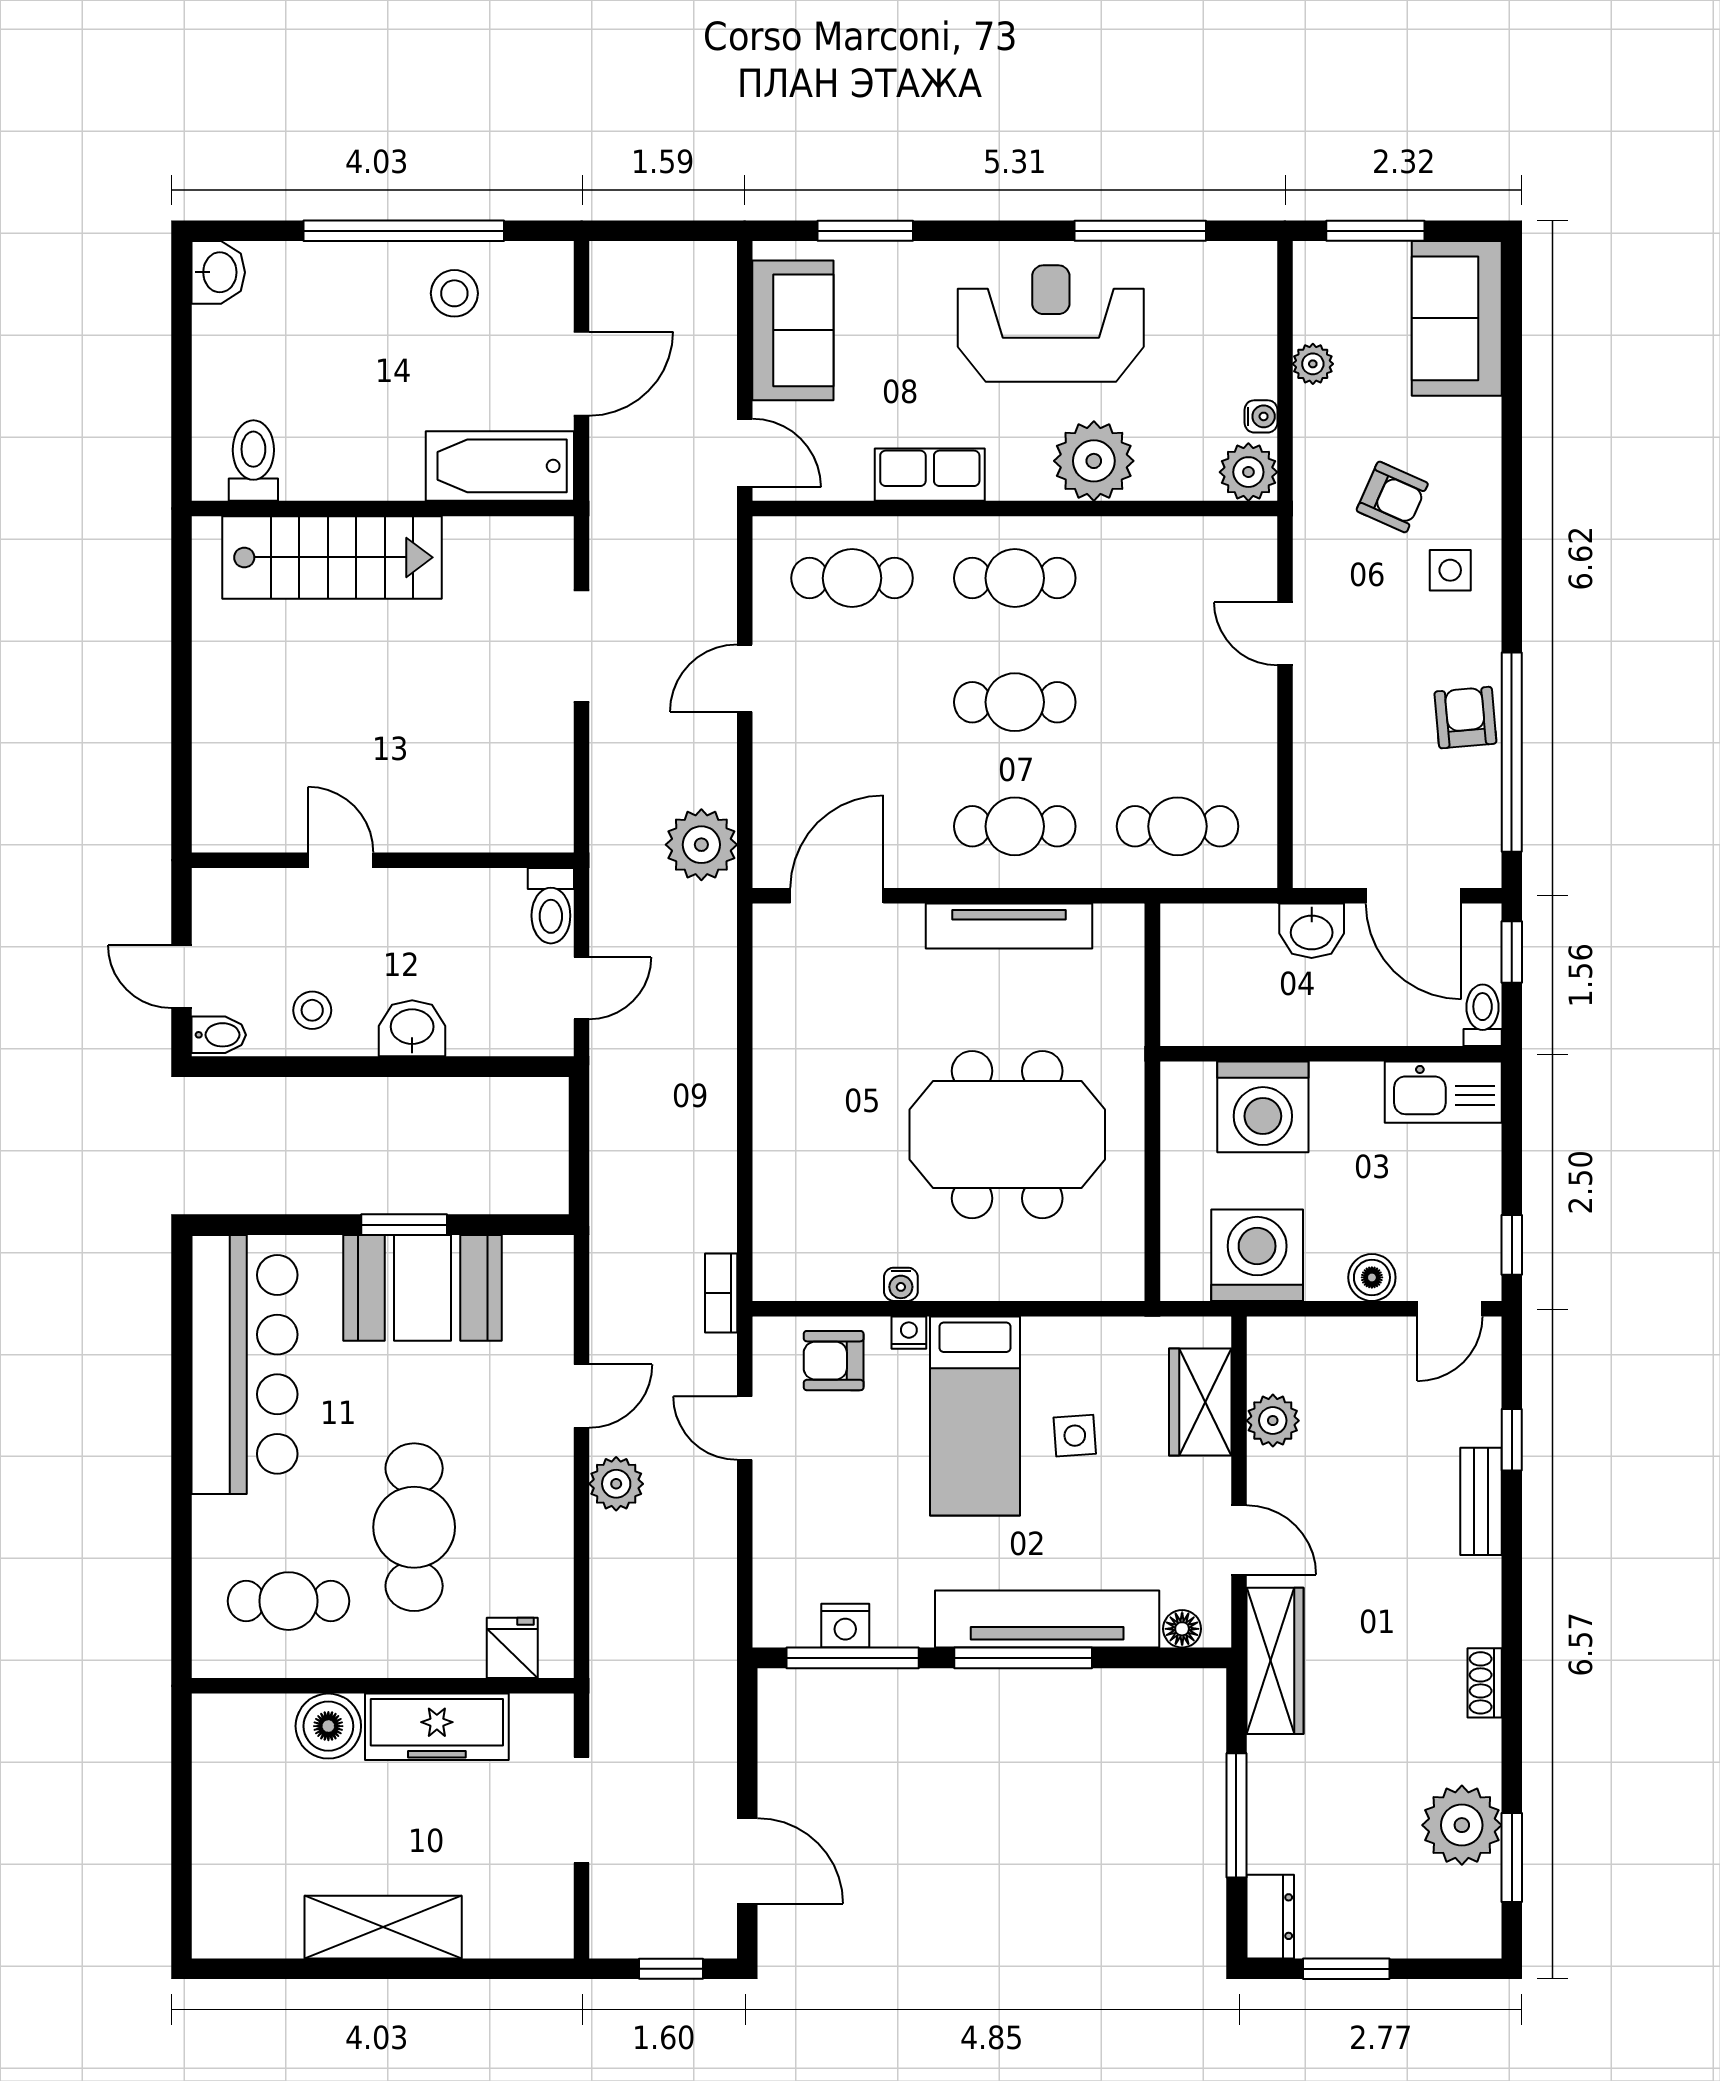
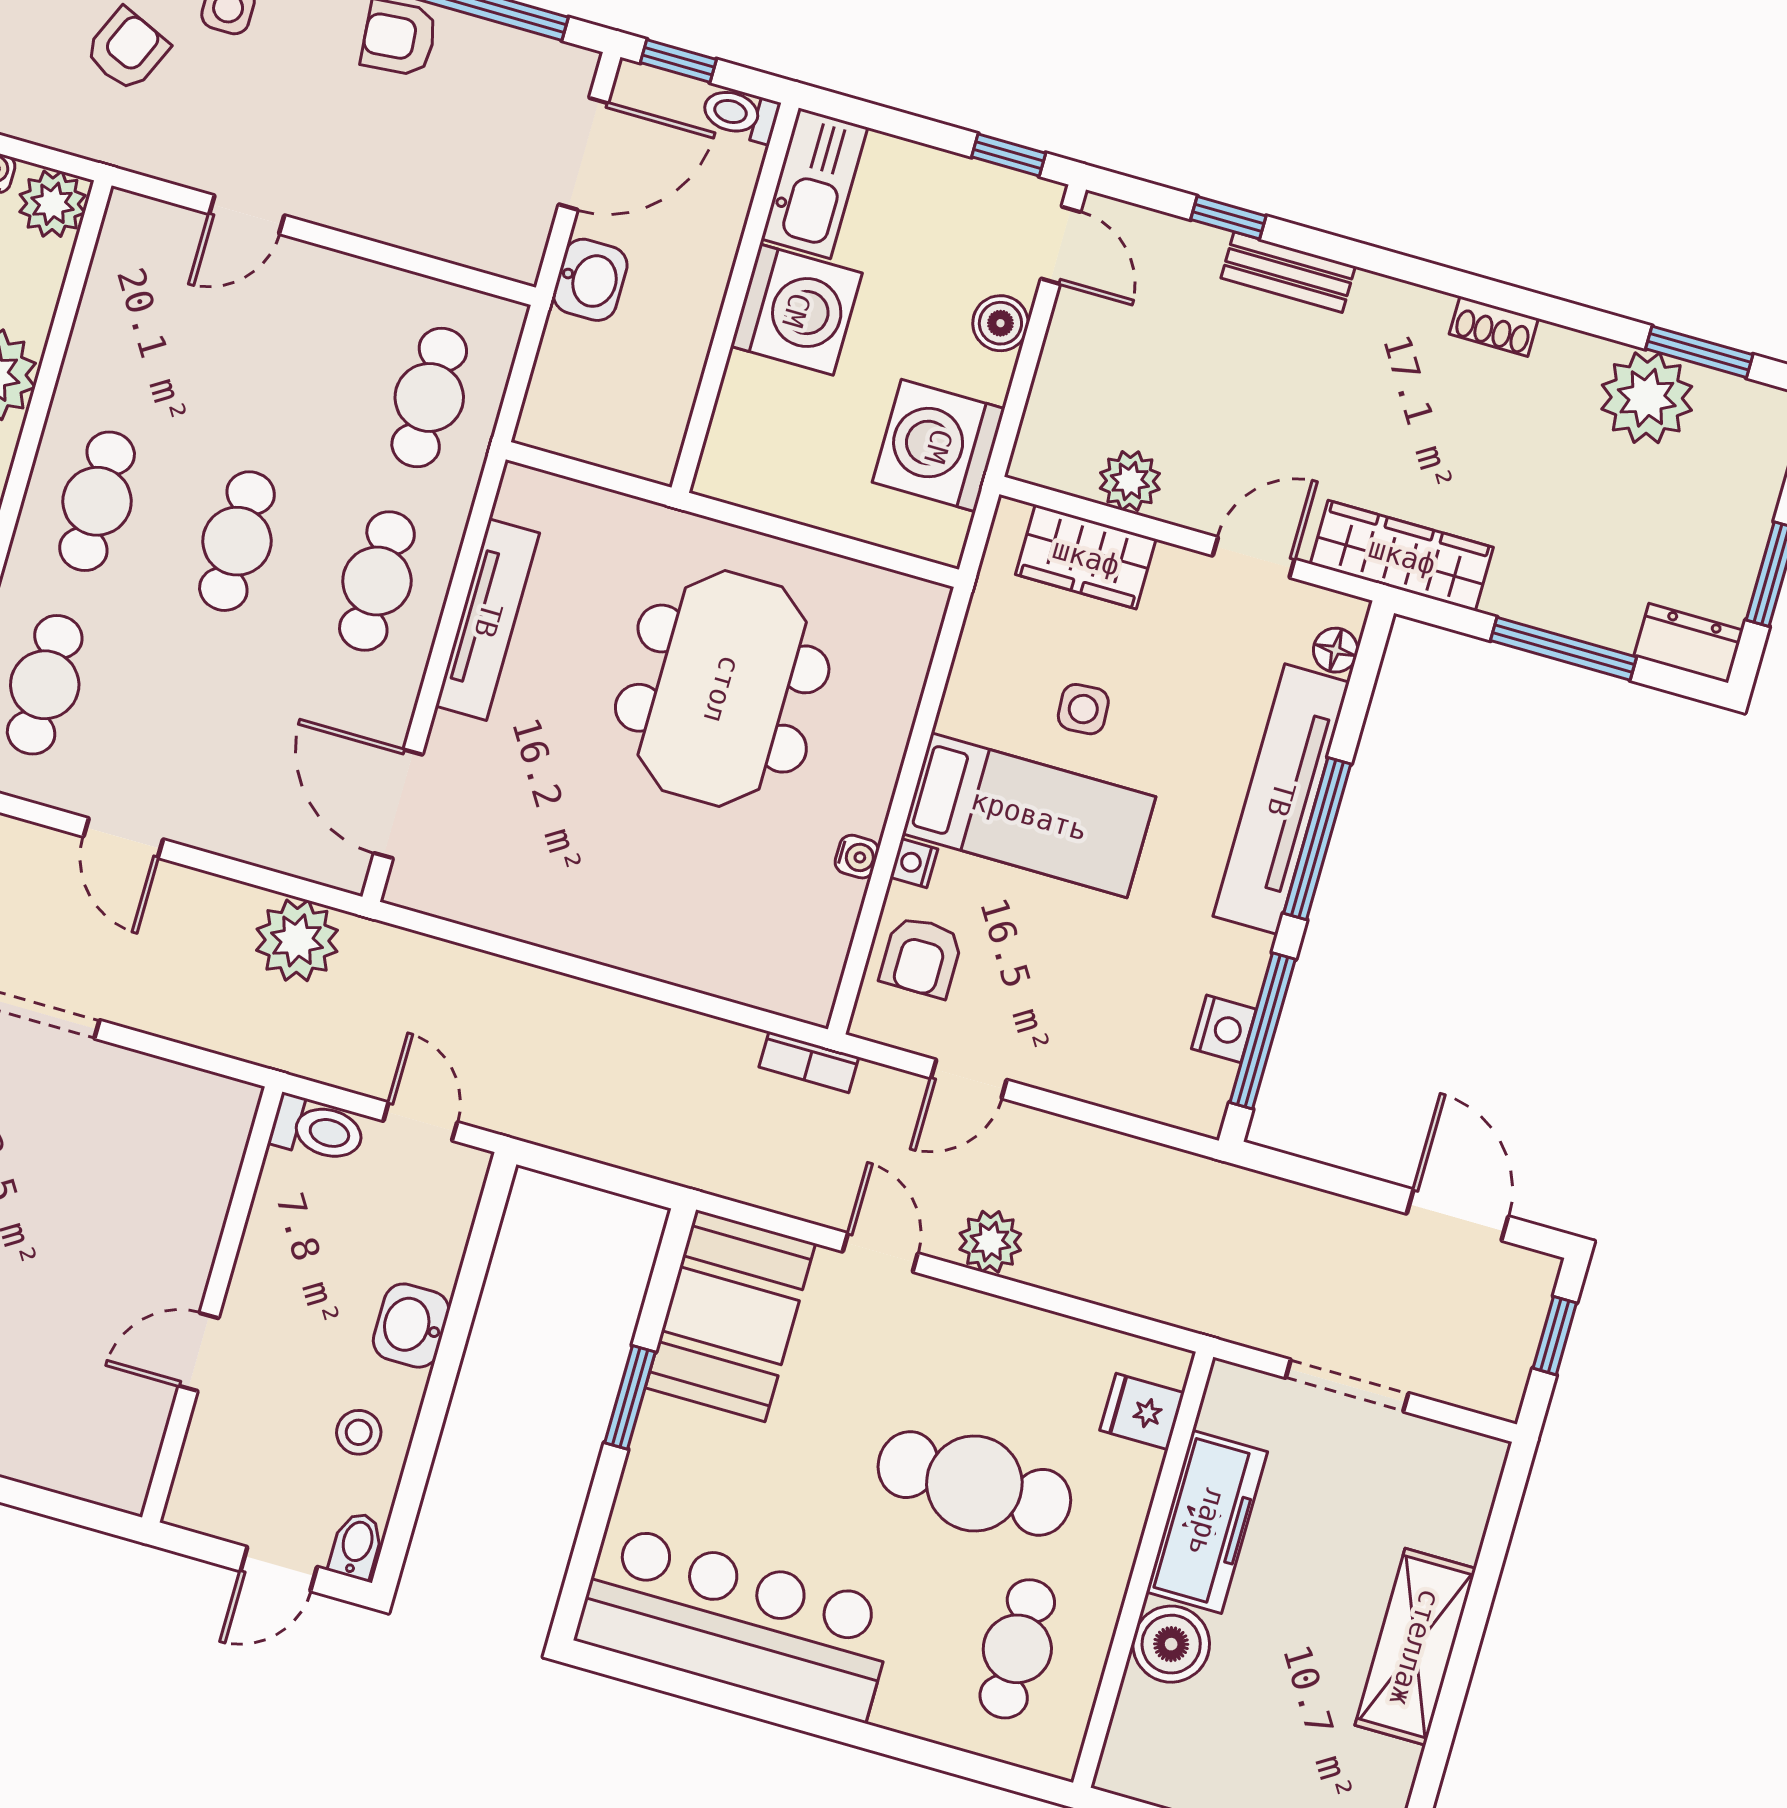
washing machine: (1263, 1107) -> (796, 310), moved
booth: (423, 1288) -> (730, 1316), moved
door: (747, 1861) -> (1458, 1215), hinge flipped

